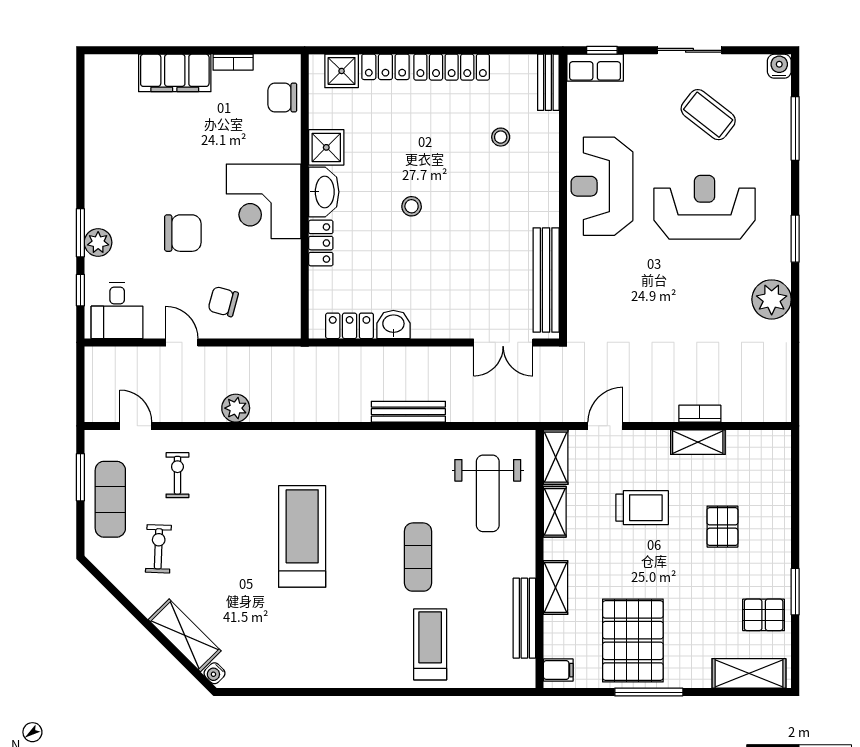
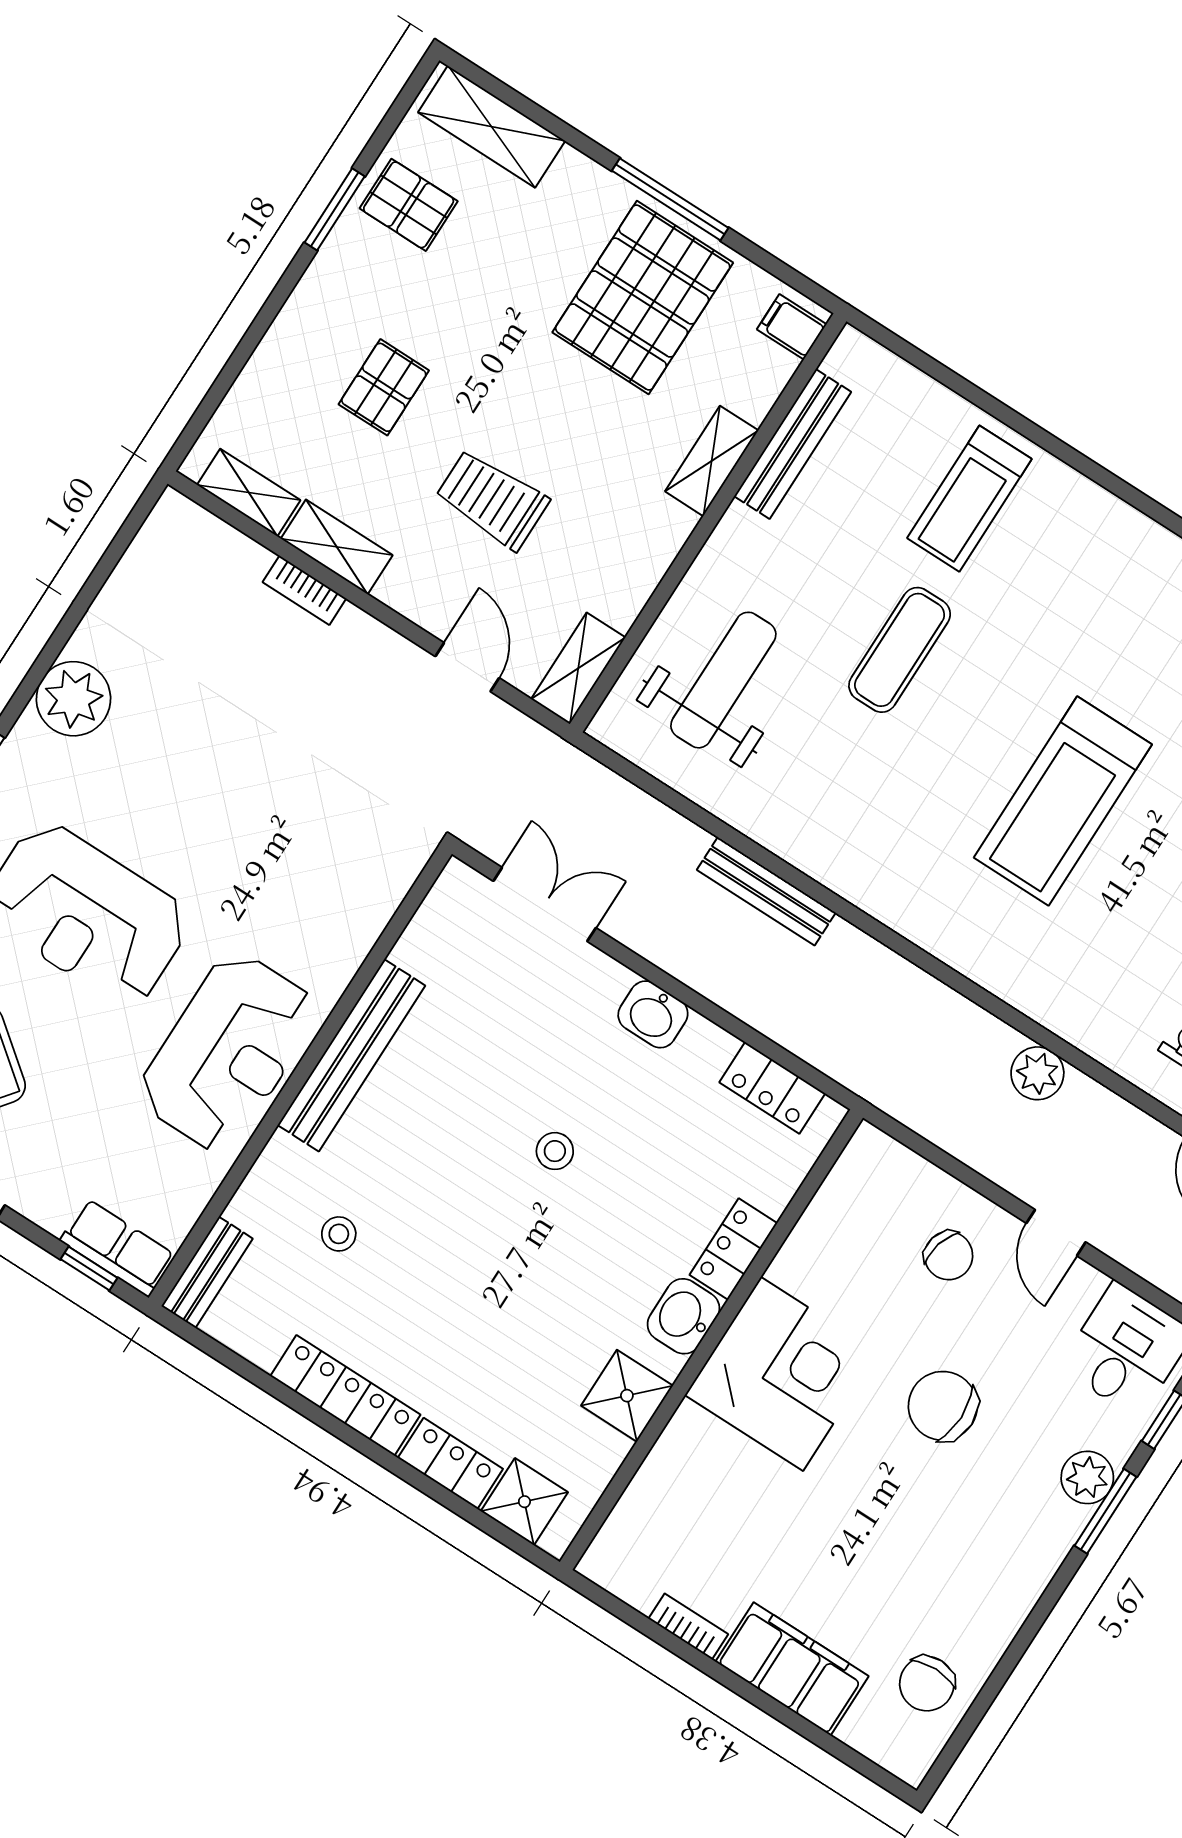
chair: (282, 98) -> (927, 1684), moved, turned 90
washbasin: (324, 192) -> (683, 1316), width x0.72
stool: (412, 206) -> (555, 1151), moved
bench: (546, 280) -> (351, 1055), moved
washbasin: (393, 324) -> (653, 1014), moved
door: (605, 426) -> (467, 667), swing flipped
shelving: (555, 512) -> (249, 492), moved, turned 90

